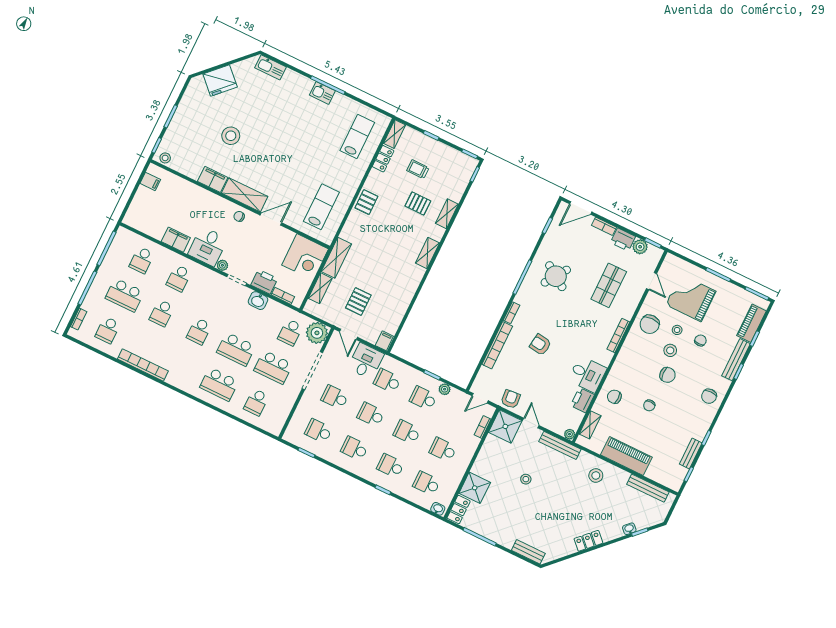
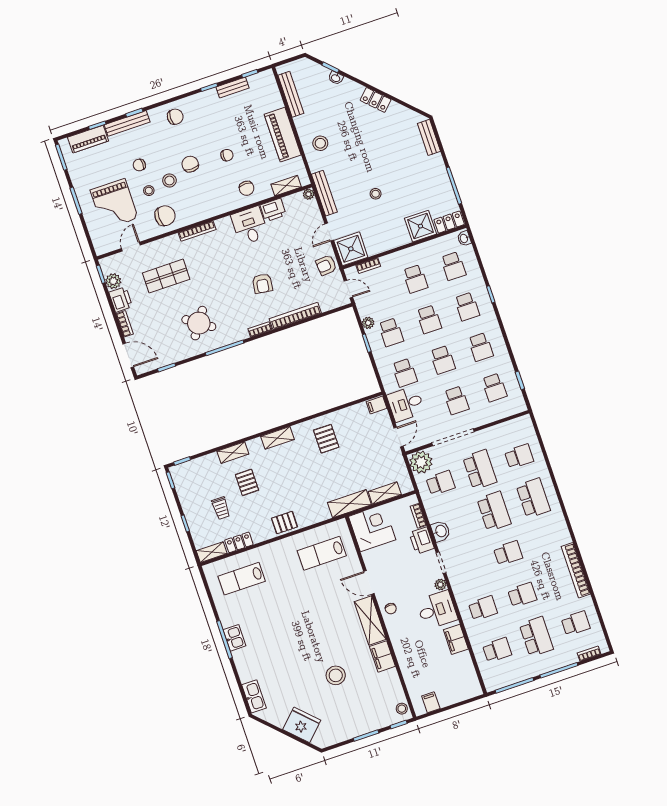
pallet: (358, 301) -> (326, 439), moved, turned 90

